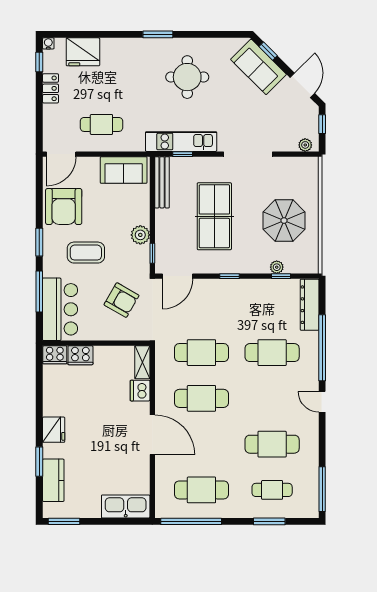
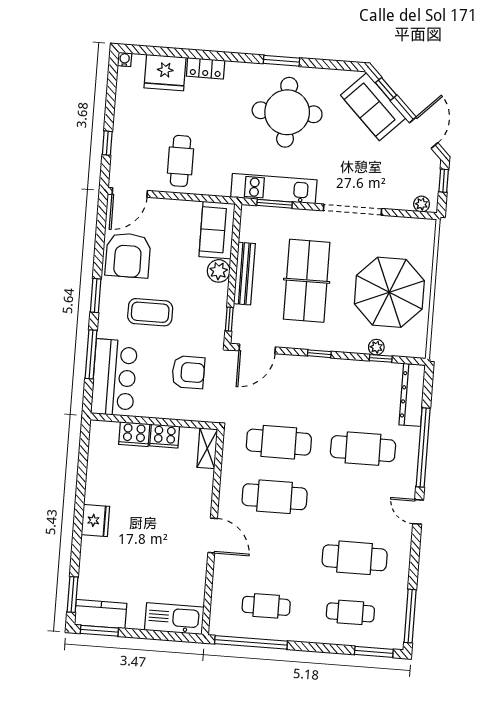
window: (158, 34) -> (282, 61), moved
window: (39, 62) -> (107, 143), moved
round table: (187, 77) -> (287, 112), width x1.36, depth x1.36
locker: (51, 88) -> (206, 68), moved, turned 90
cafe table: (101, 124) -> (180, 161), turned 90
window: (183, 154) -> (275, 204), width x1.50
sofa: (124, 170) -> (217, 230), moved, turned 90
bench: (162, 182) -> (244, 274), moved
parasol: (284, 221) -> (389, 292), width x1.36, depth x1.36
plant: (140, 235) -> (219, 271), moved
armchair: (122, 300) -> (188, 372), turned -30
cooker: (55, 355) -> (165, 436), moved
dishwasher: (140, 391) -> (202, 482), removed
door: (152, 435) -> (213, 536), width x0.73
window: (39, 462) -> (73, 595), moved
kitchen counter: (53, 480) -> (101, 614), moved, turned -90
cafe table: (201, 490) -> (266, 606), width x0.73, depth x0.74
window: (269, 521) -> (374, 652), moved

